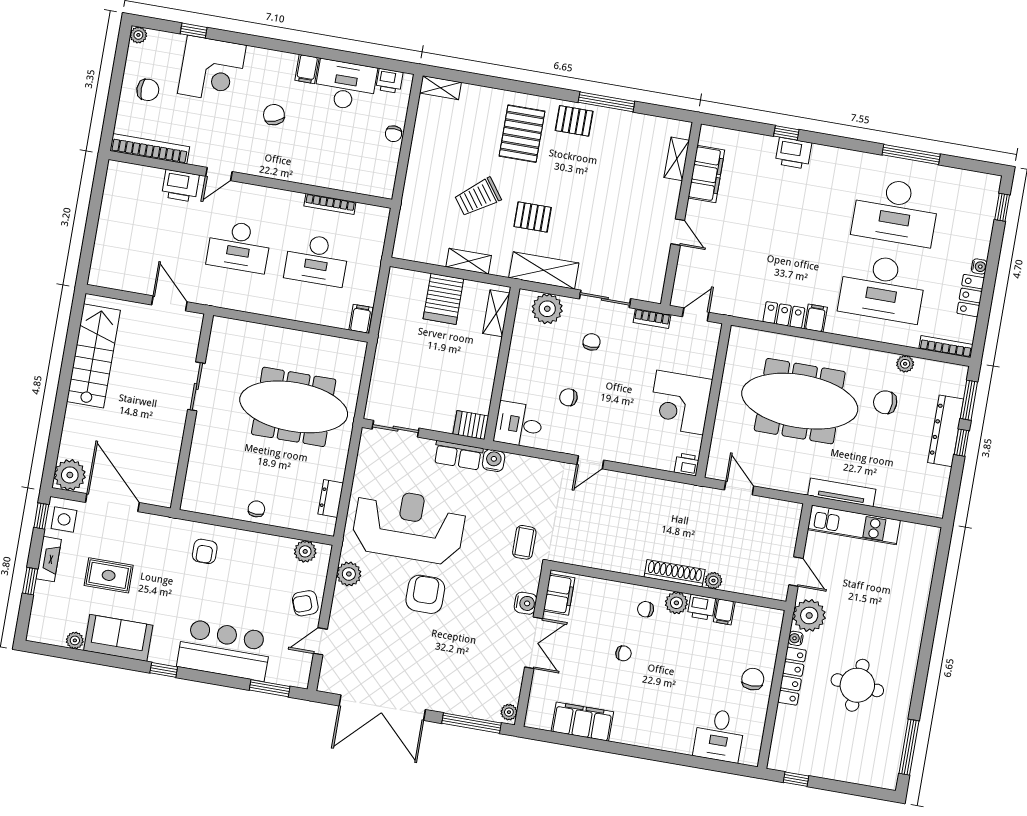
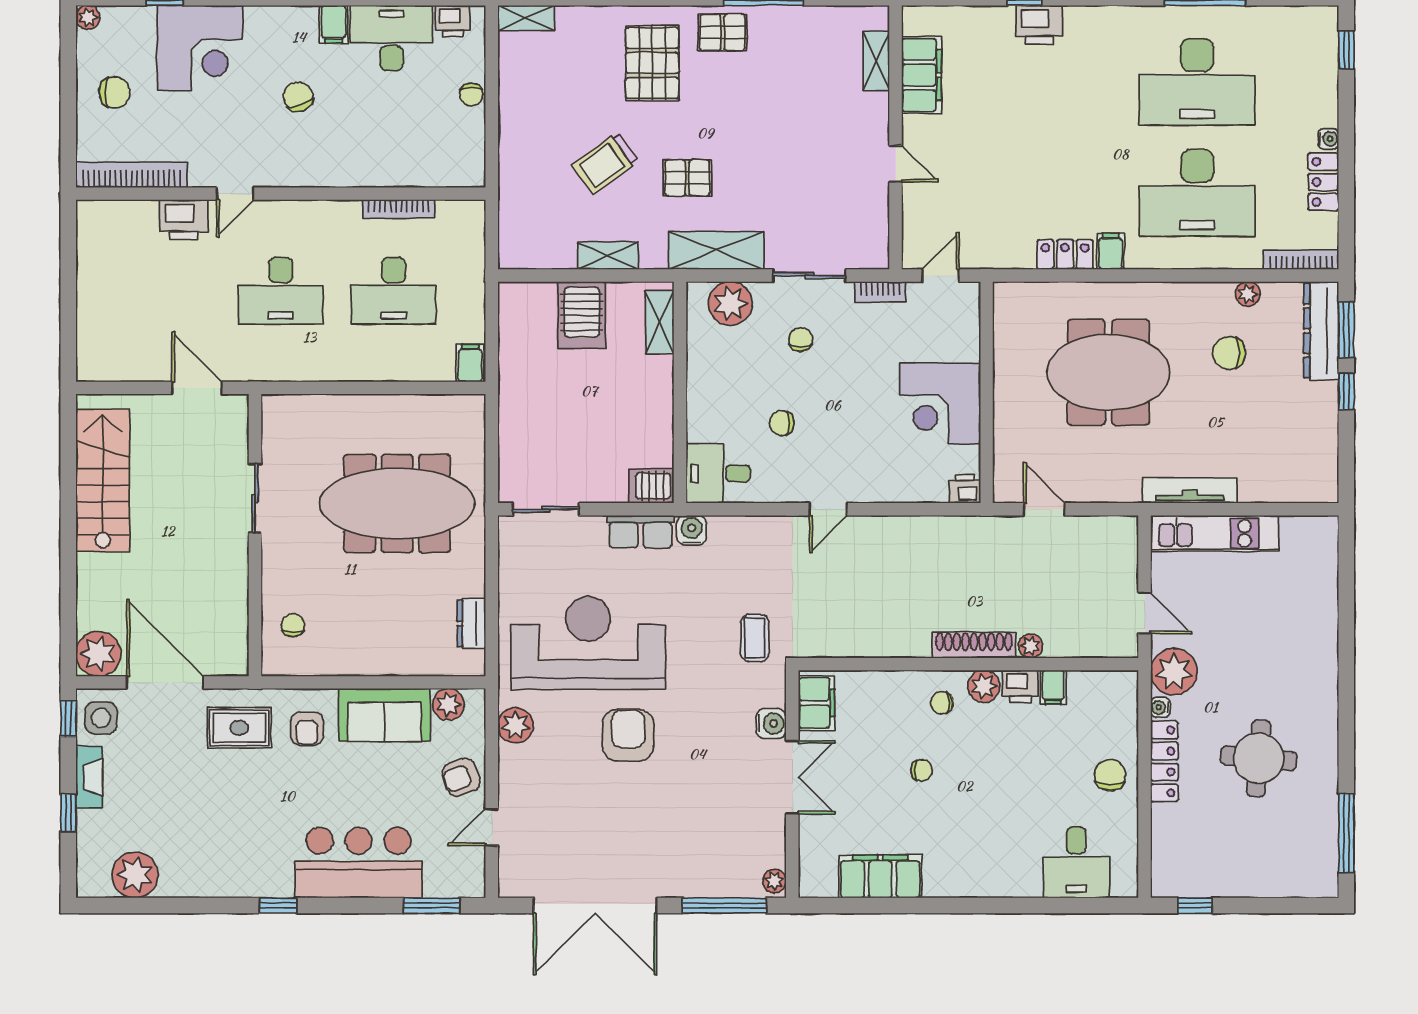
meeting table: (800, 401) -> (1108, 372), width x0.73
dresser: (946, 431) -> (1321, 331), moved
chair: (256, 509) -> (293, 625), moved
rug: (109, 575) -> (239, 728), moved
sofa: (118, 638) -> (384, 715), moved, turned 180
plant: (75, 640) -> (135, 875), width x1.88, depth x1.88

